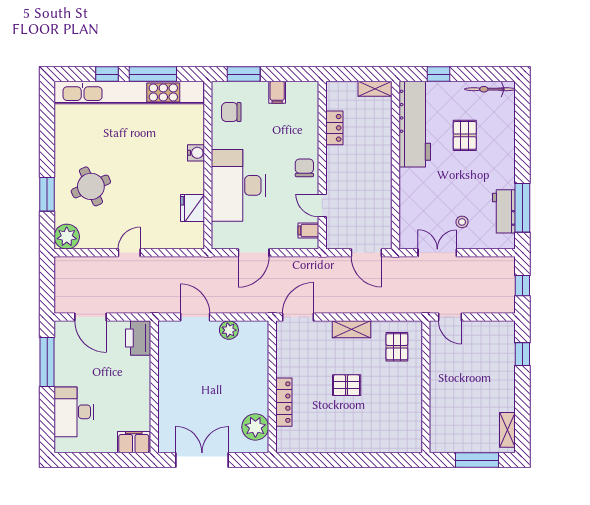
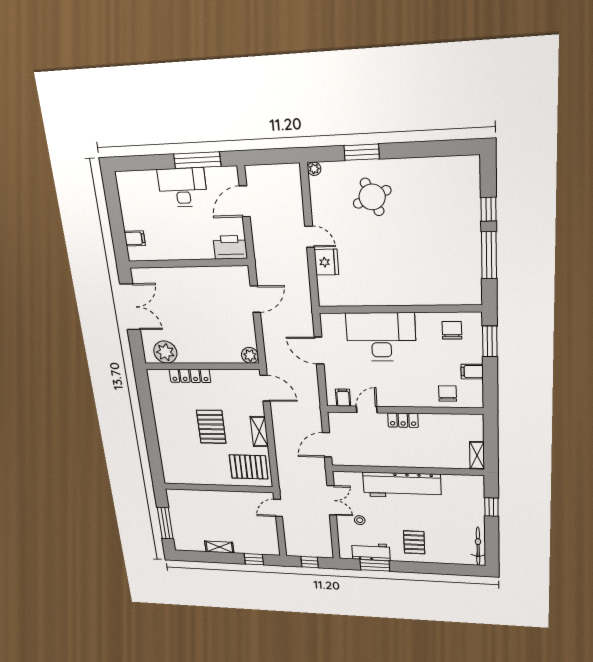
kitchen unit: (129, 92) -> (469, 232), removed
workbench: (415, 124) -> (402, 485), moved
locker: (334, 128) -> (403, 420), moved
pallet: (465, 135) -> (414, 542), moved, turned 90
water cooler: (196, 153) -> (411, 298), removed
chair: (304, 168) -> (448, 394), moved, turned -90
fridge: (192, 208) -> (326, 262), moved, turned 90
window: (522, 208) -> (375, 565), width x0.69
plant: (67, 237) -> (314, 169), width x0.53, depth x0.53
plant: (229, 330) -> (250, 355), moved
pallet: (397, 347) -> (249, 467), width x1.50, depth x1.42
pallet: (347, 385) -> (211, 427), width x1.50, depth x1.42
desk: (74, 412) -> (182, 187), moved
shelving: (507, 430) -> (219, 547), moved
filing cabinet: (134, 442) -> (135, 238), width x0.50

